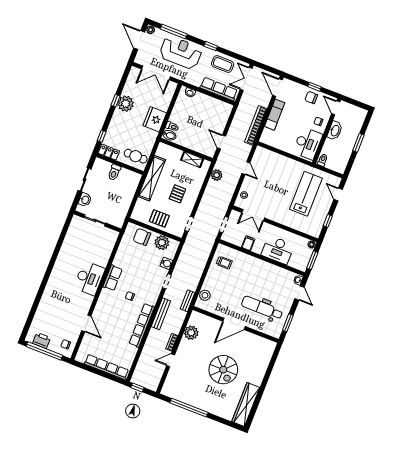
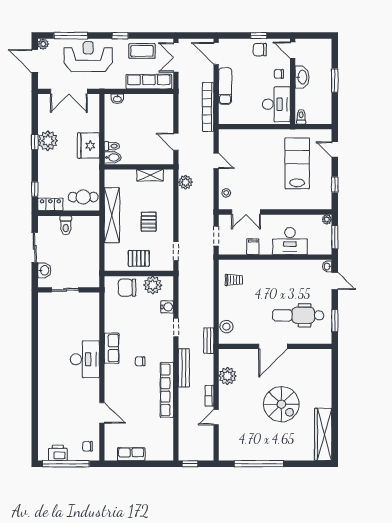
row of seats: (107, 367) -> (131, 454), width x0.50

